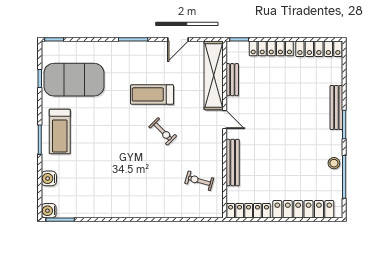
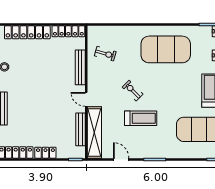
door: (178, 39) -> (121, 159), hinge flipped
locker: (271, 48) -> (45, 153), width x0.66
bench: (232, 80) -> (81, 129), width x1.36
exercise mat: (118, 186) -> (166, 49), added

